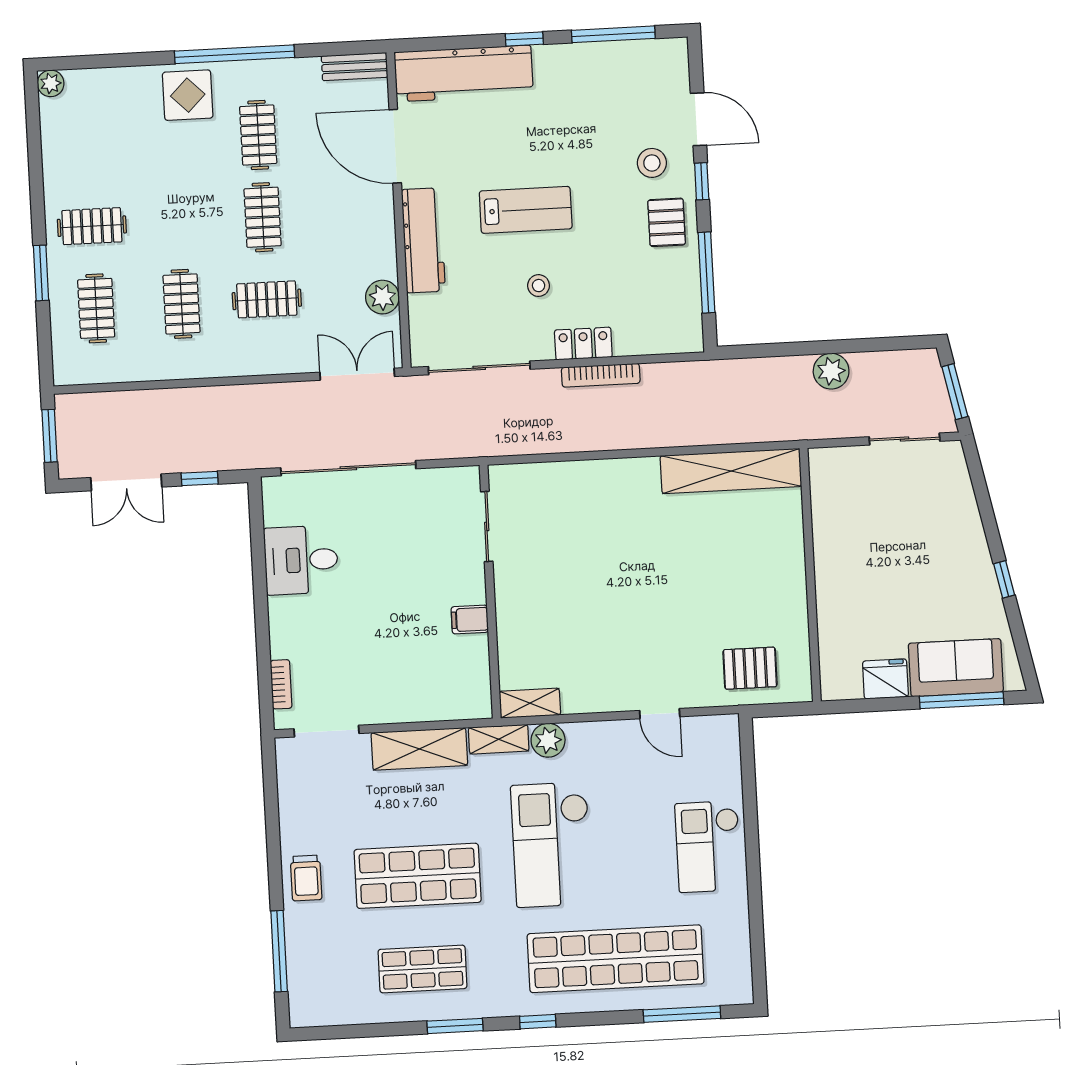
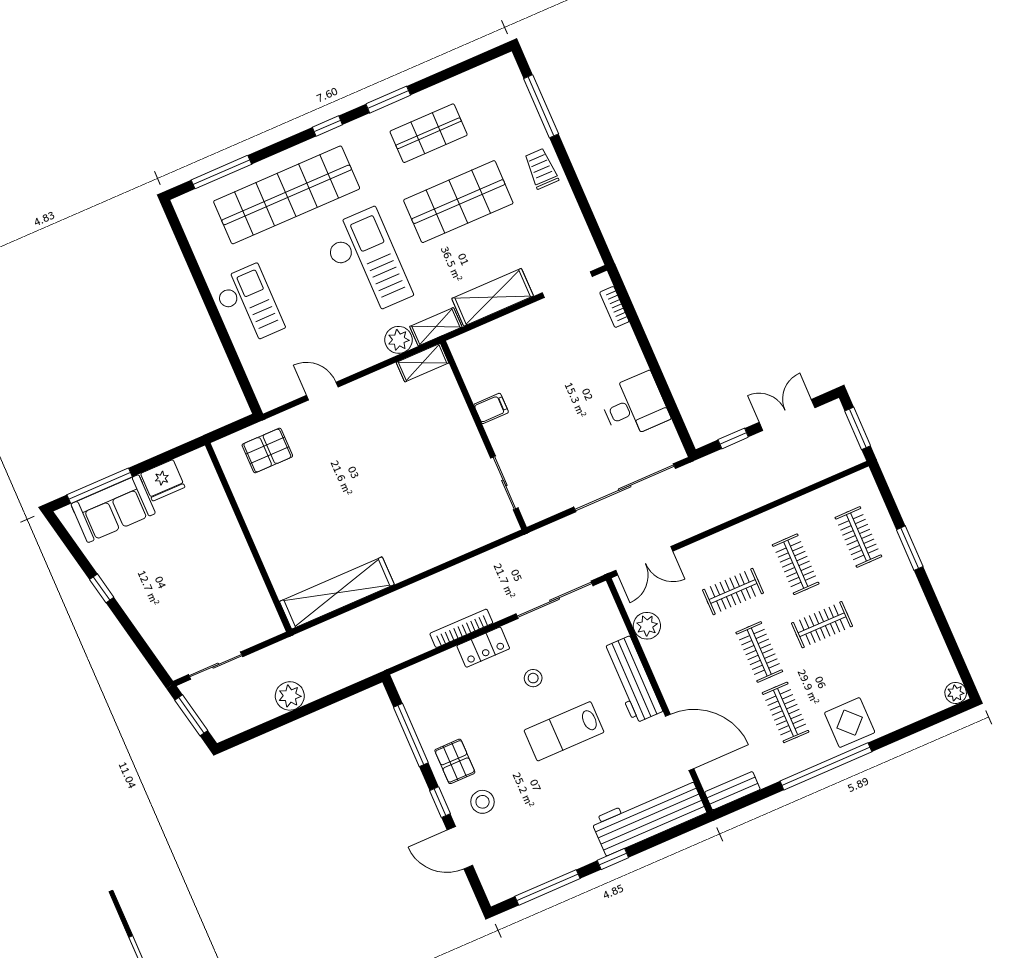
clothes rail: (92, 226) -> (822, 625), moved

